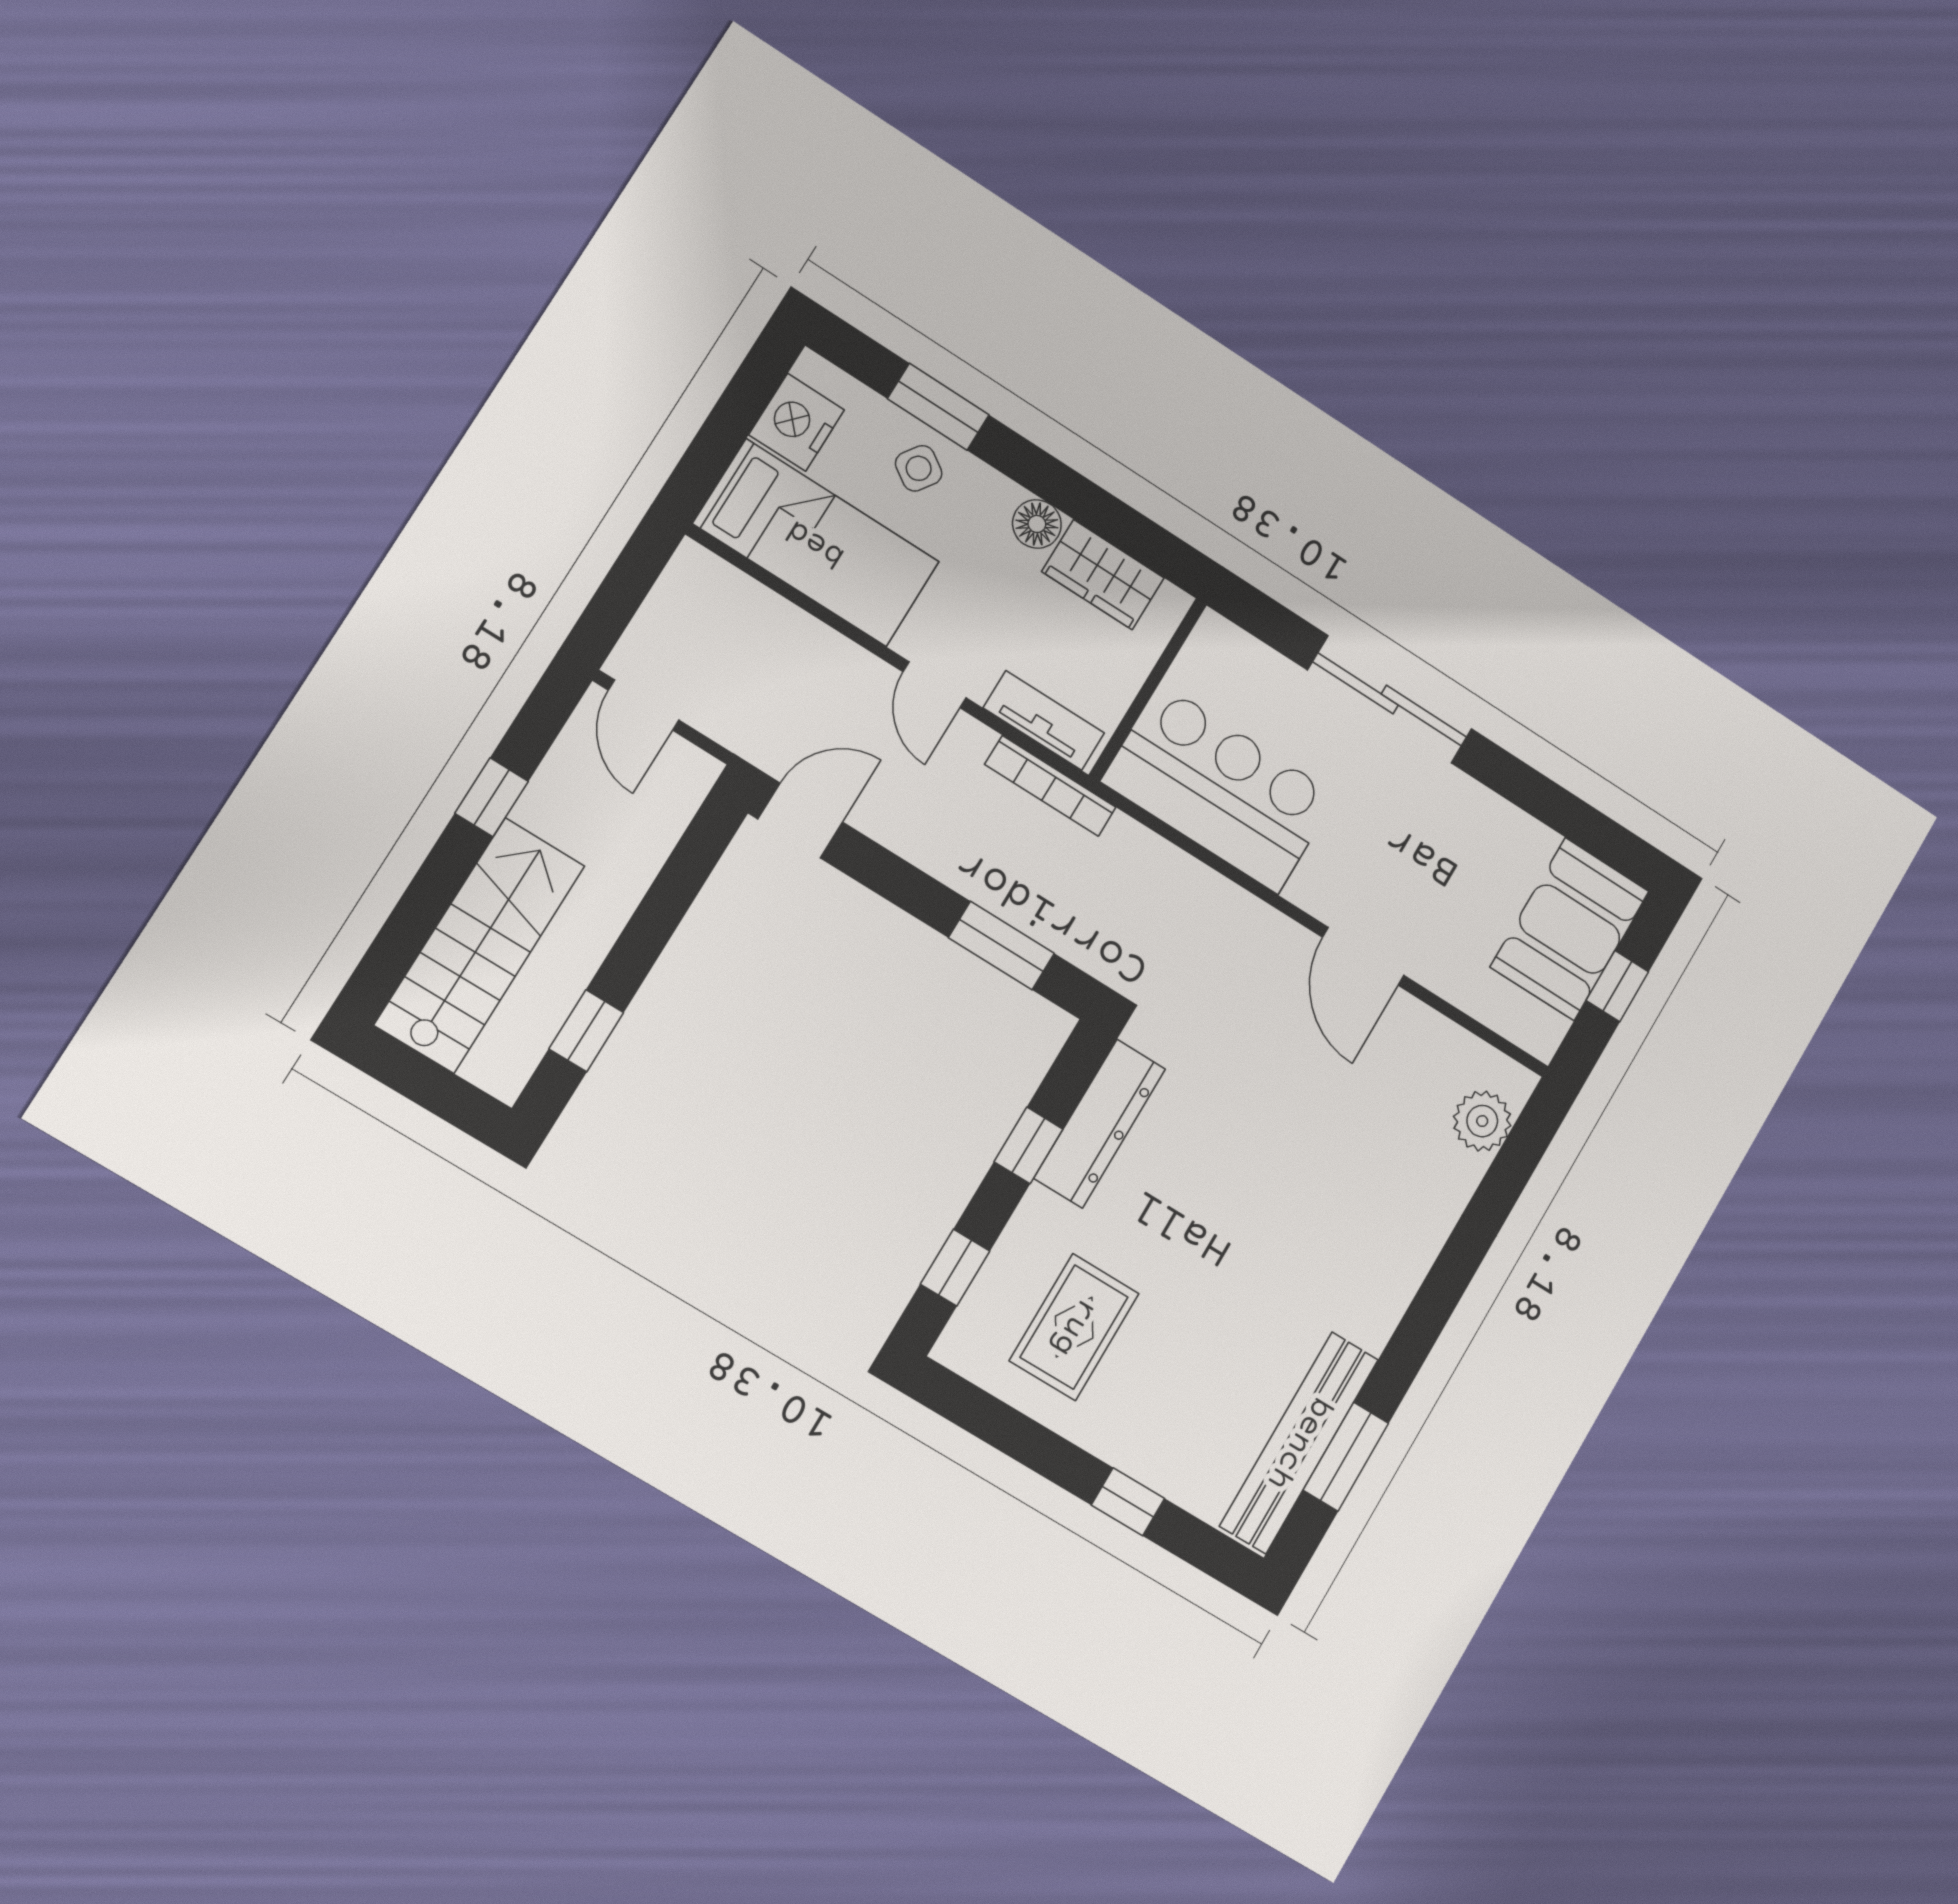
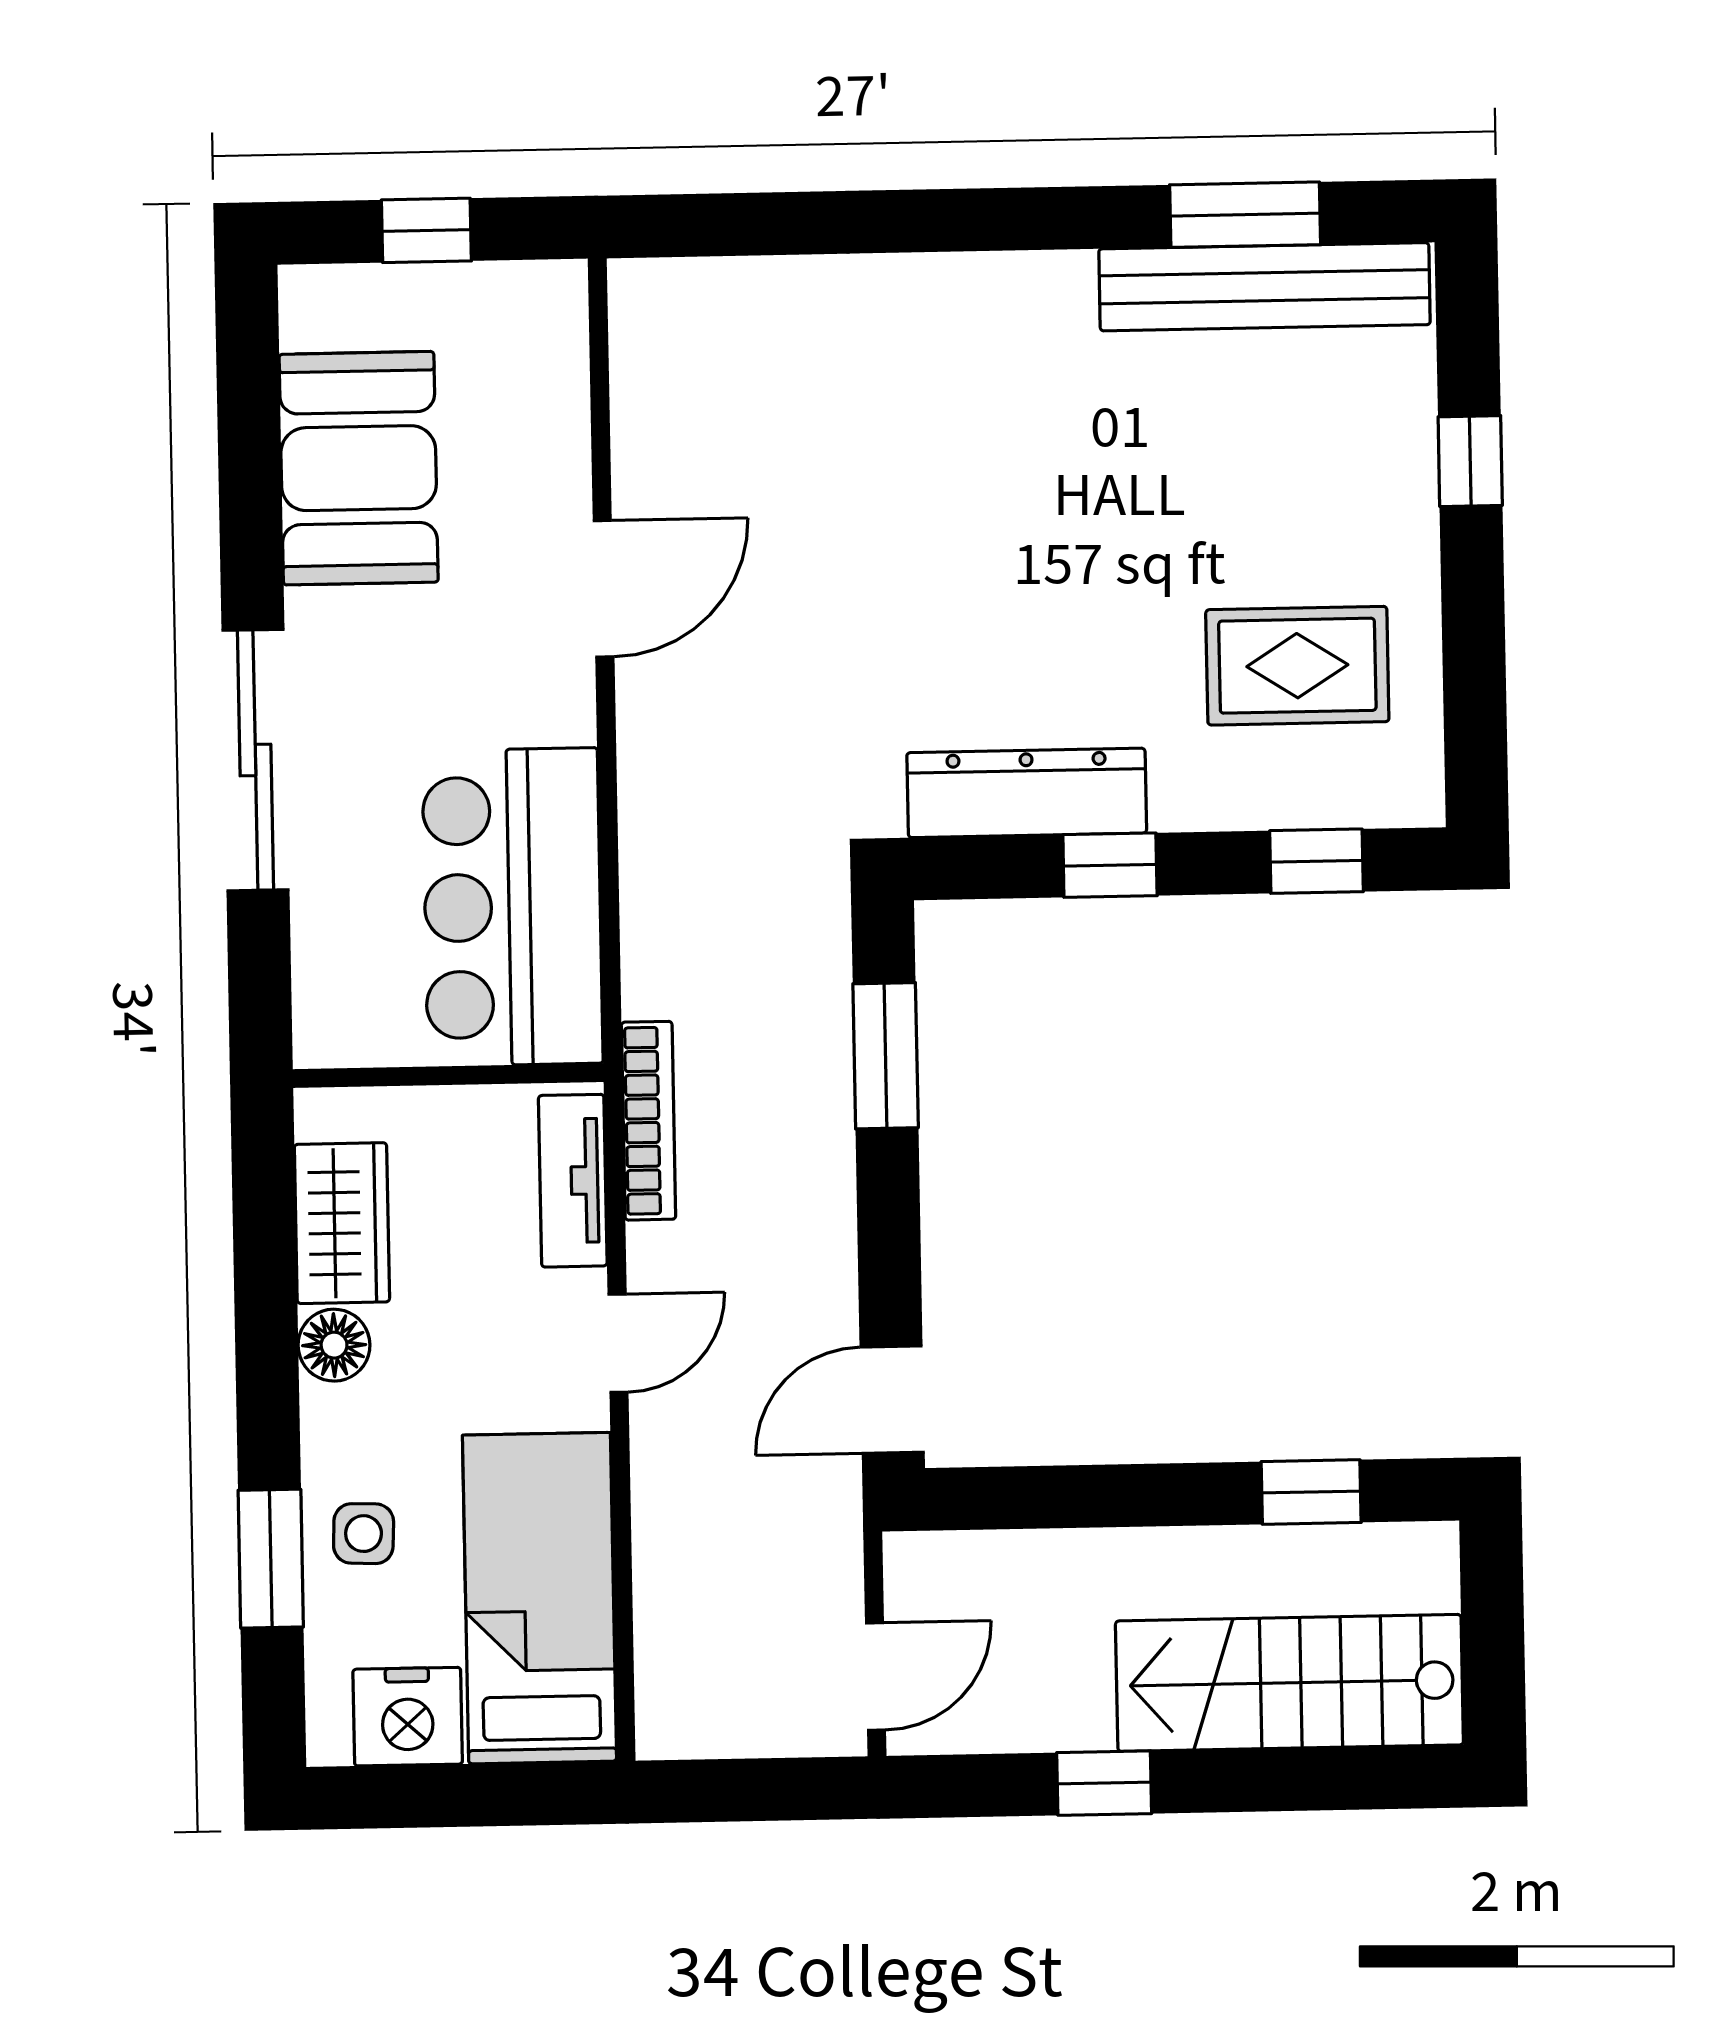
side table: (919, 468) -> (364, 1534), turned -32
door: (800, 820) -> (892, 1400), hinge flipped
booth: (1570, 929) -> (359, 468), moved, turned 90
plant: (1482, 1121) -> (713, 302), removed

